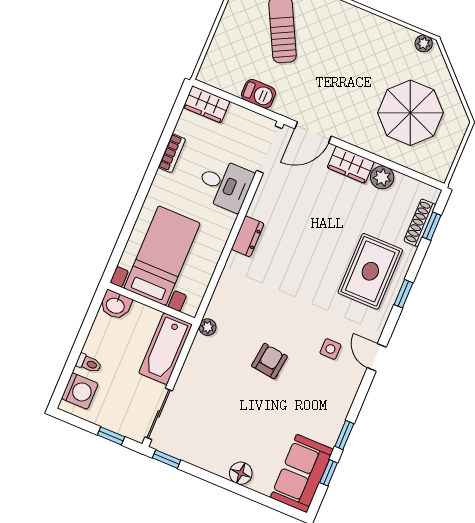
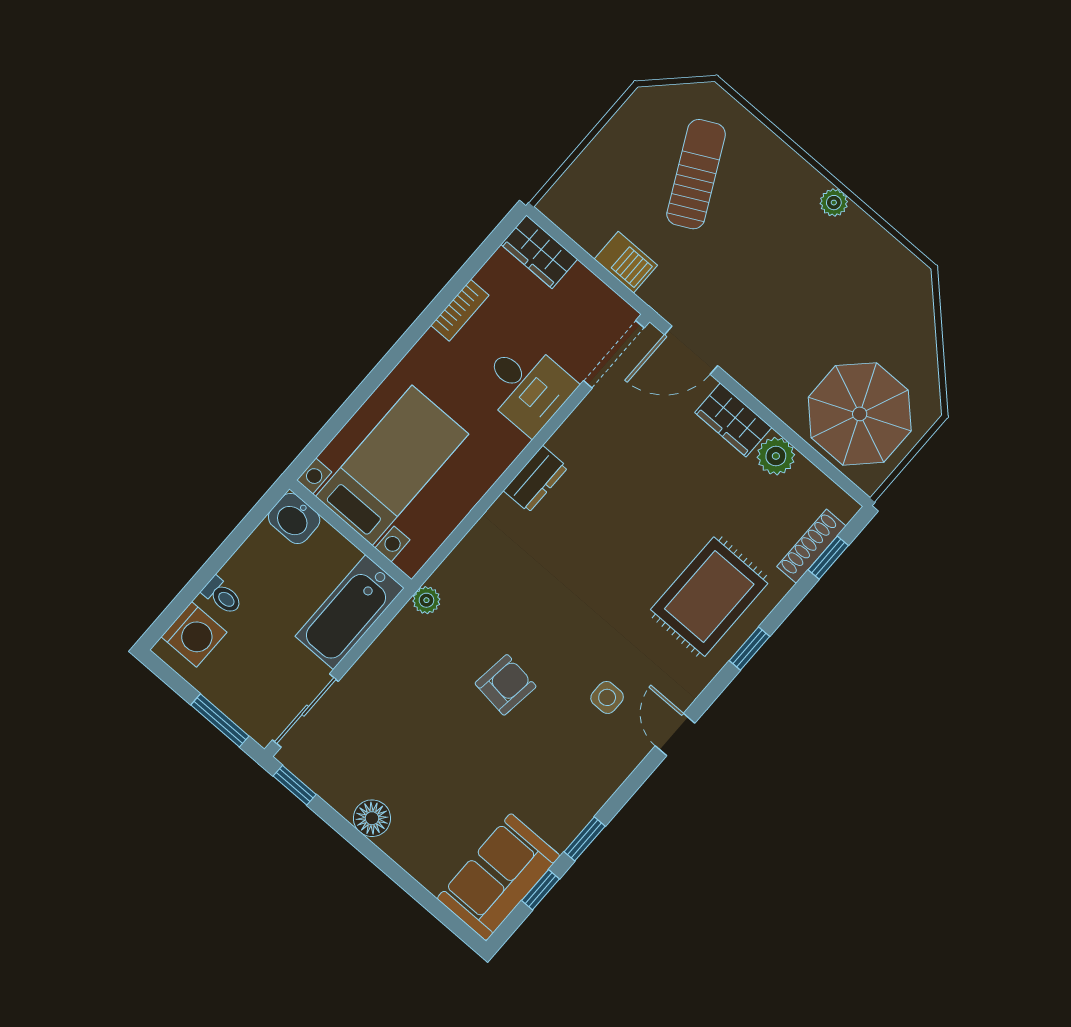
plant: (424, 43) -> (834, 203), moved
parasol: (410, 113) -> (860, 414), moved
window: (111, 436) -> (220, 720), width x1.50
floor lamp: (241, 473) -> (372, 818), moved

